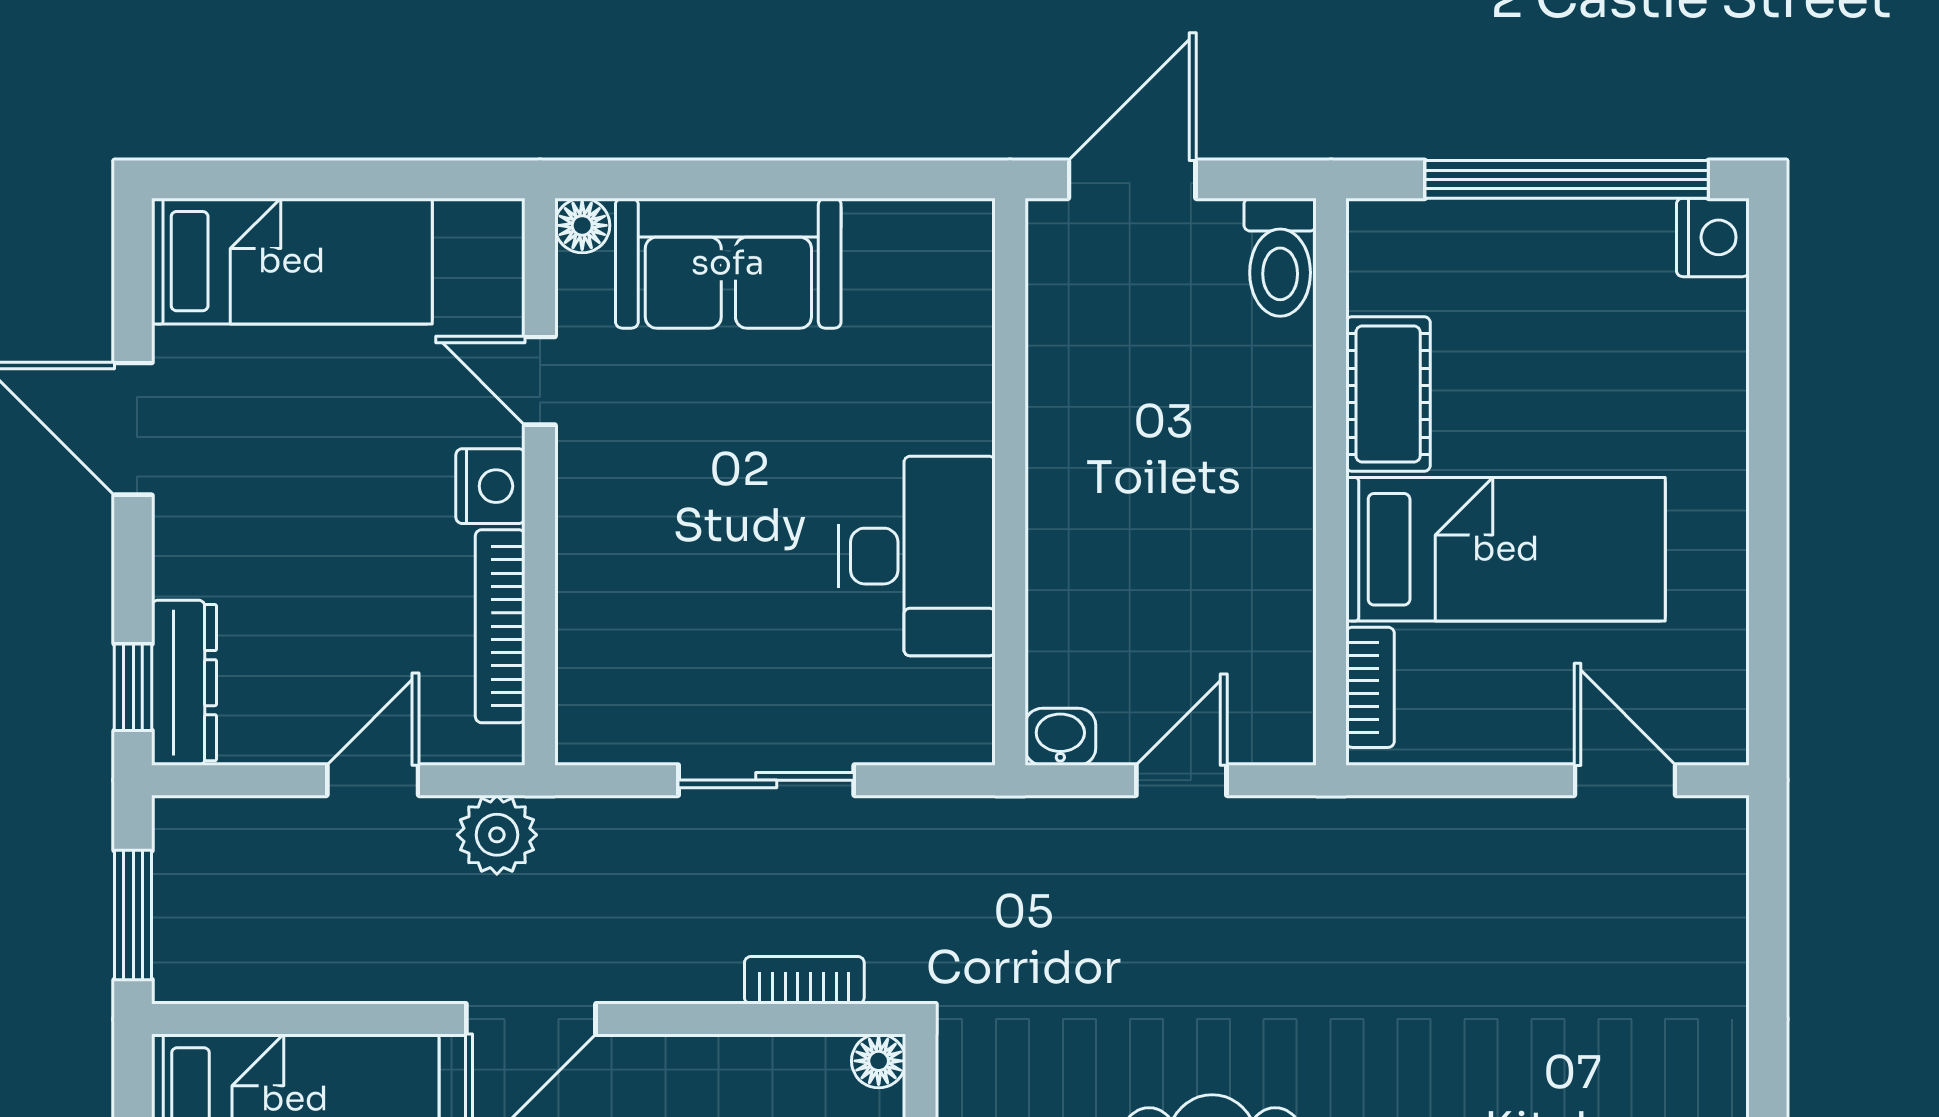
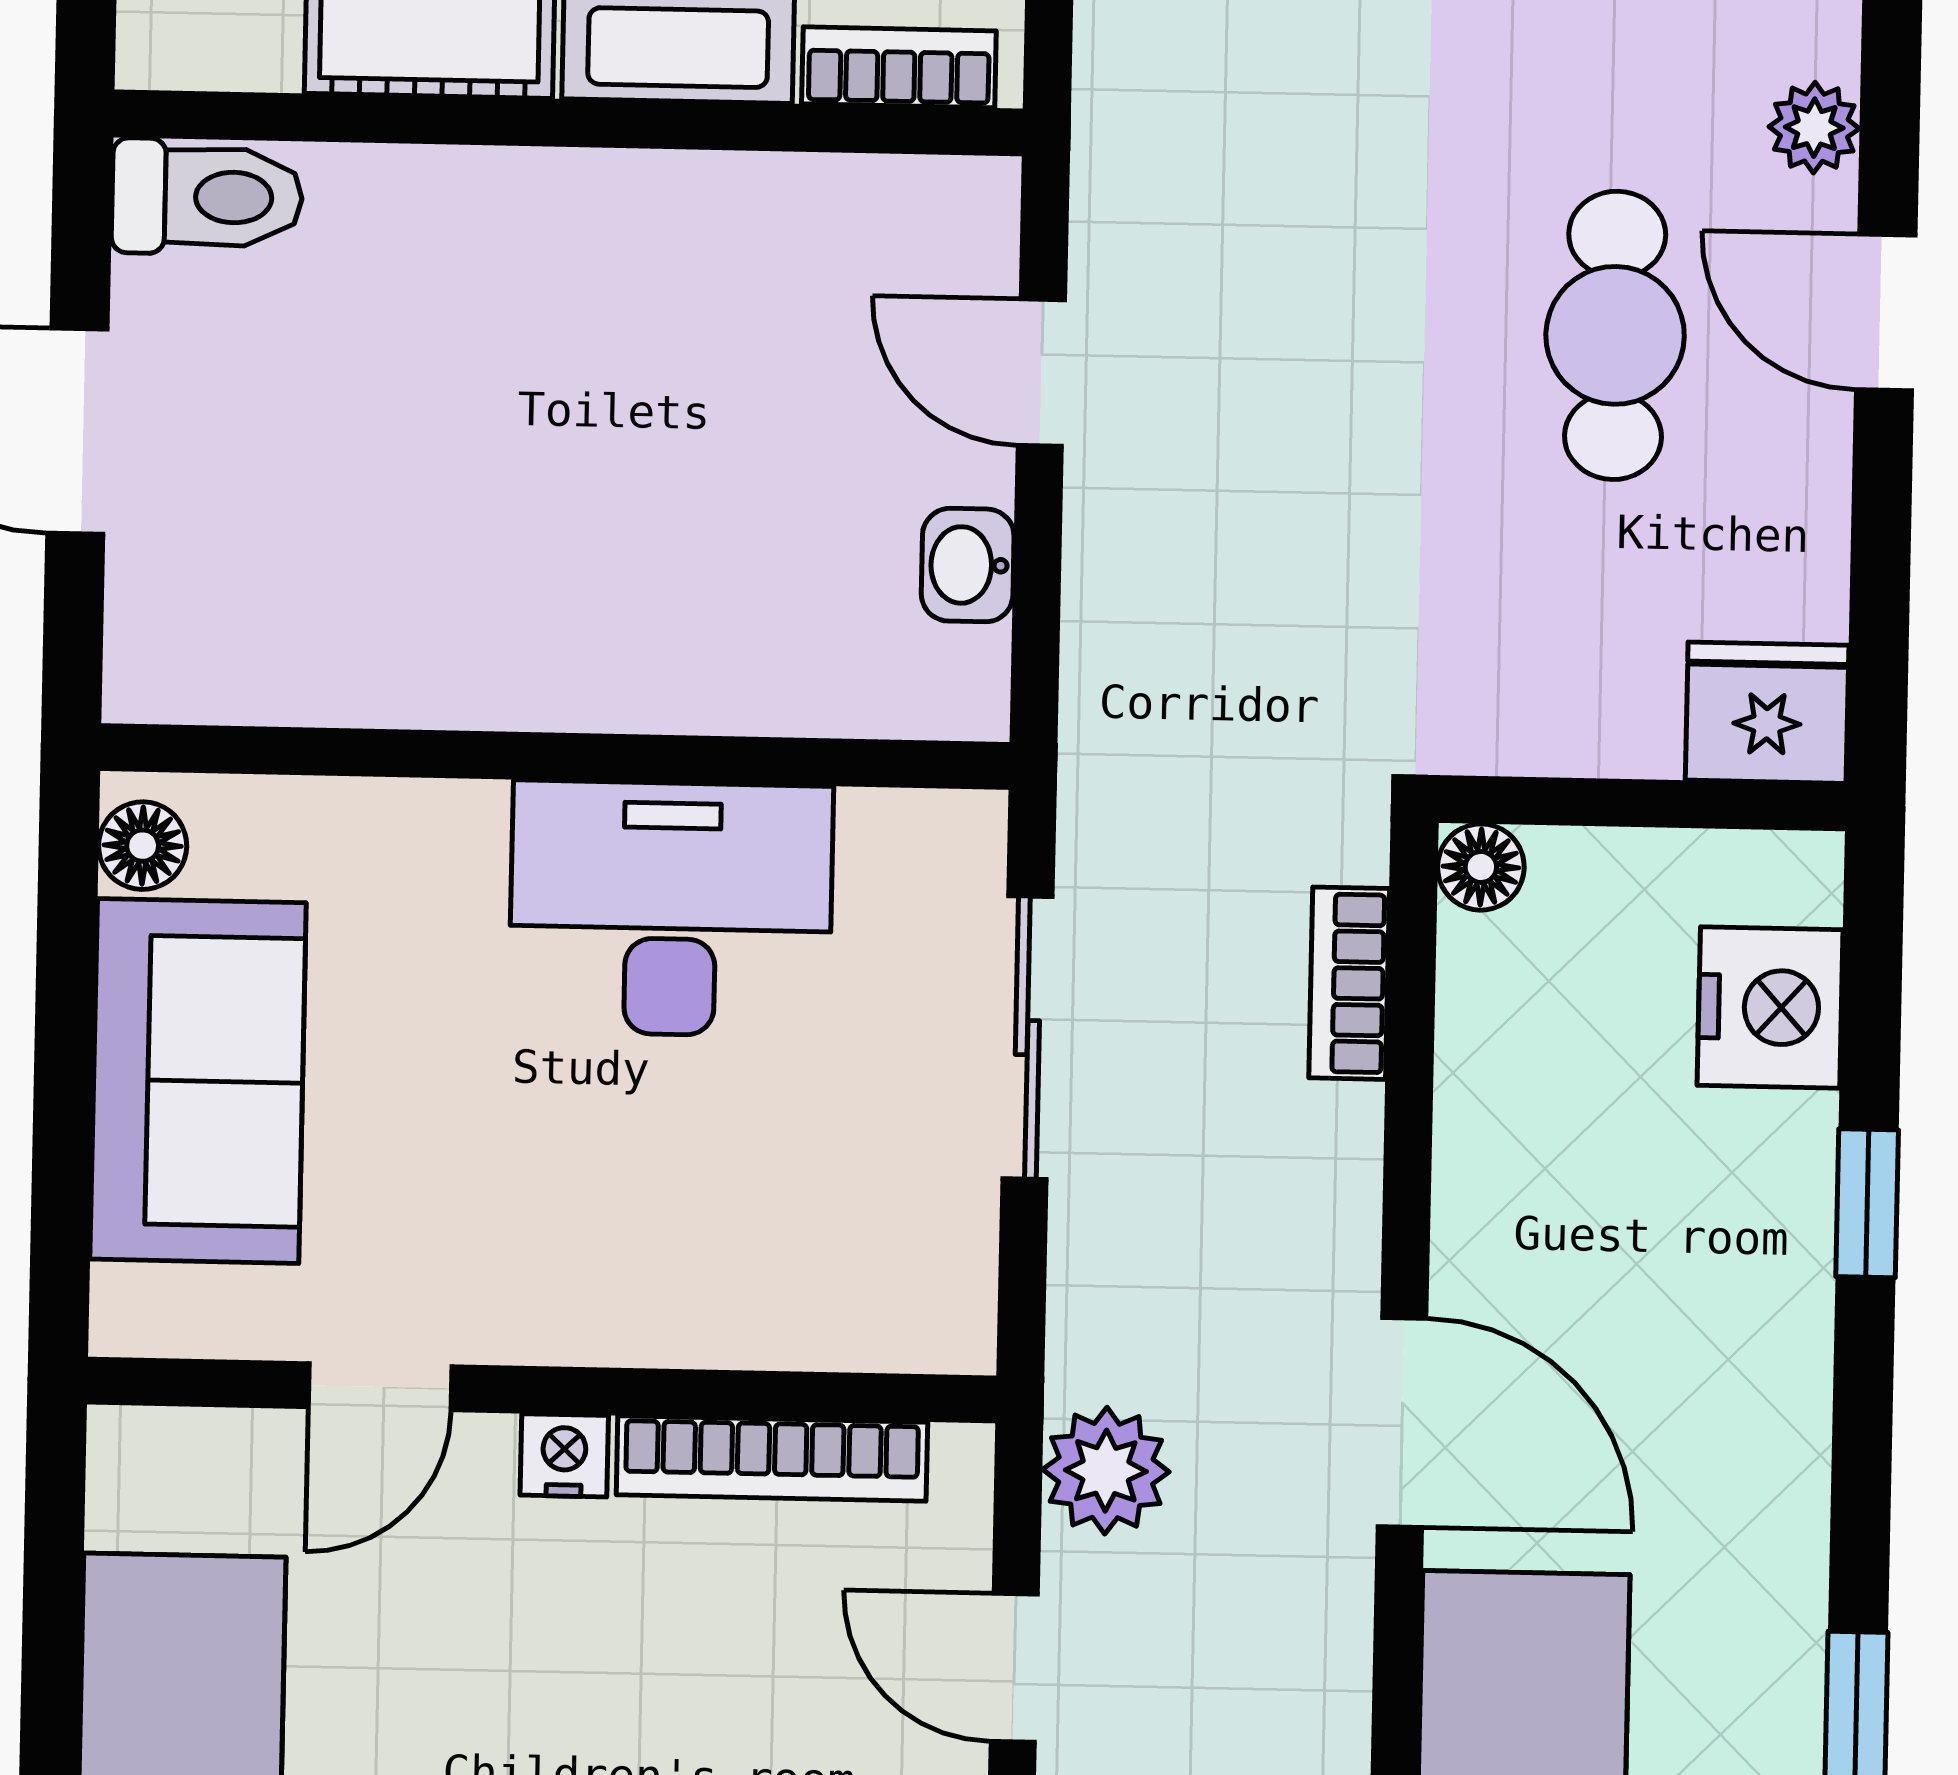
floor lamp: (582, 225) -> (143, 846), moved
wall: (1010, 482) -> (555, 757), moved
nightstand: (490, 486) -> (564, 1455), width x0.72, depth x0.74
desk: (917, 556) -> (671, 909), moved

